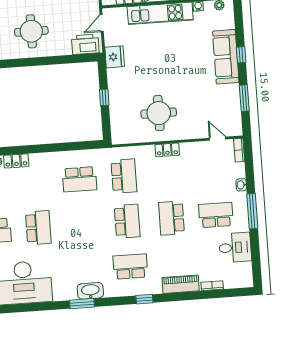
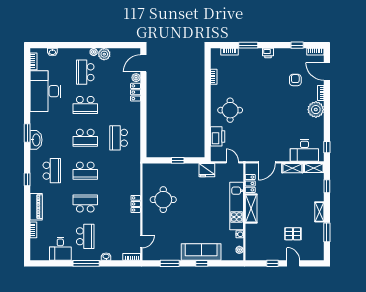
printer: (85, 44) -> (218, 136), moved
school desk: (124, 176) -> (85, 138), moved

